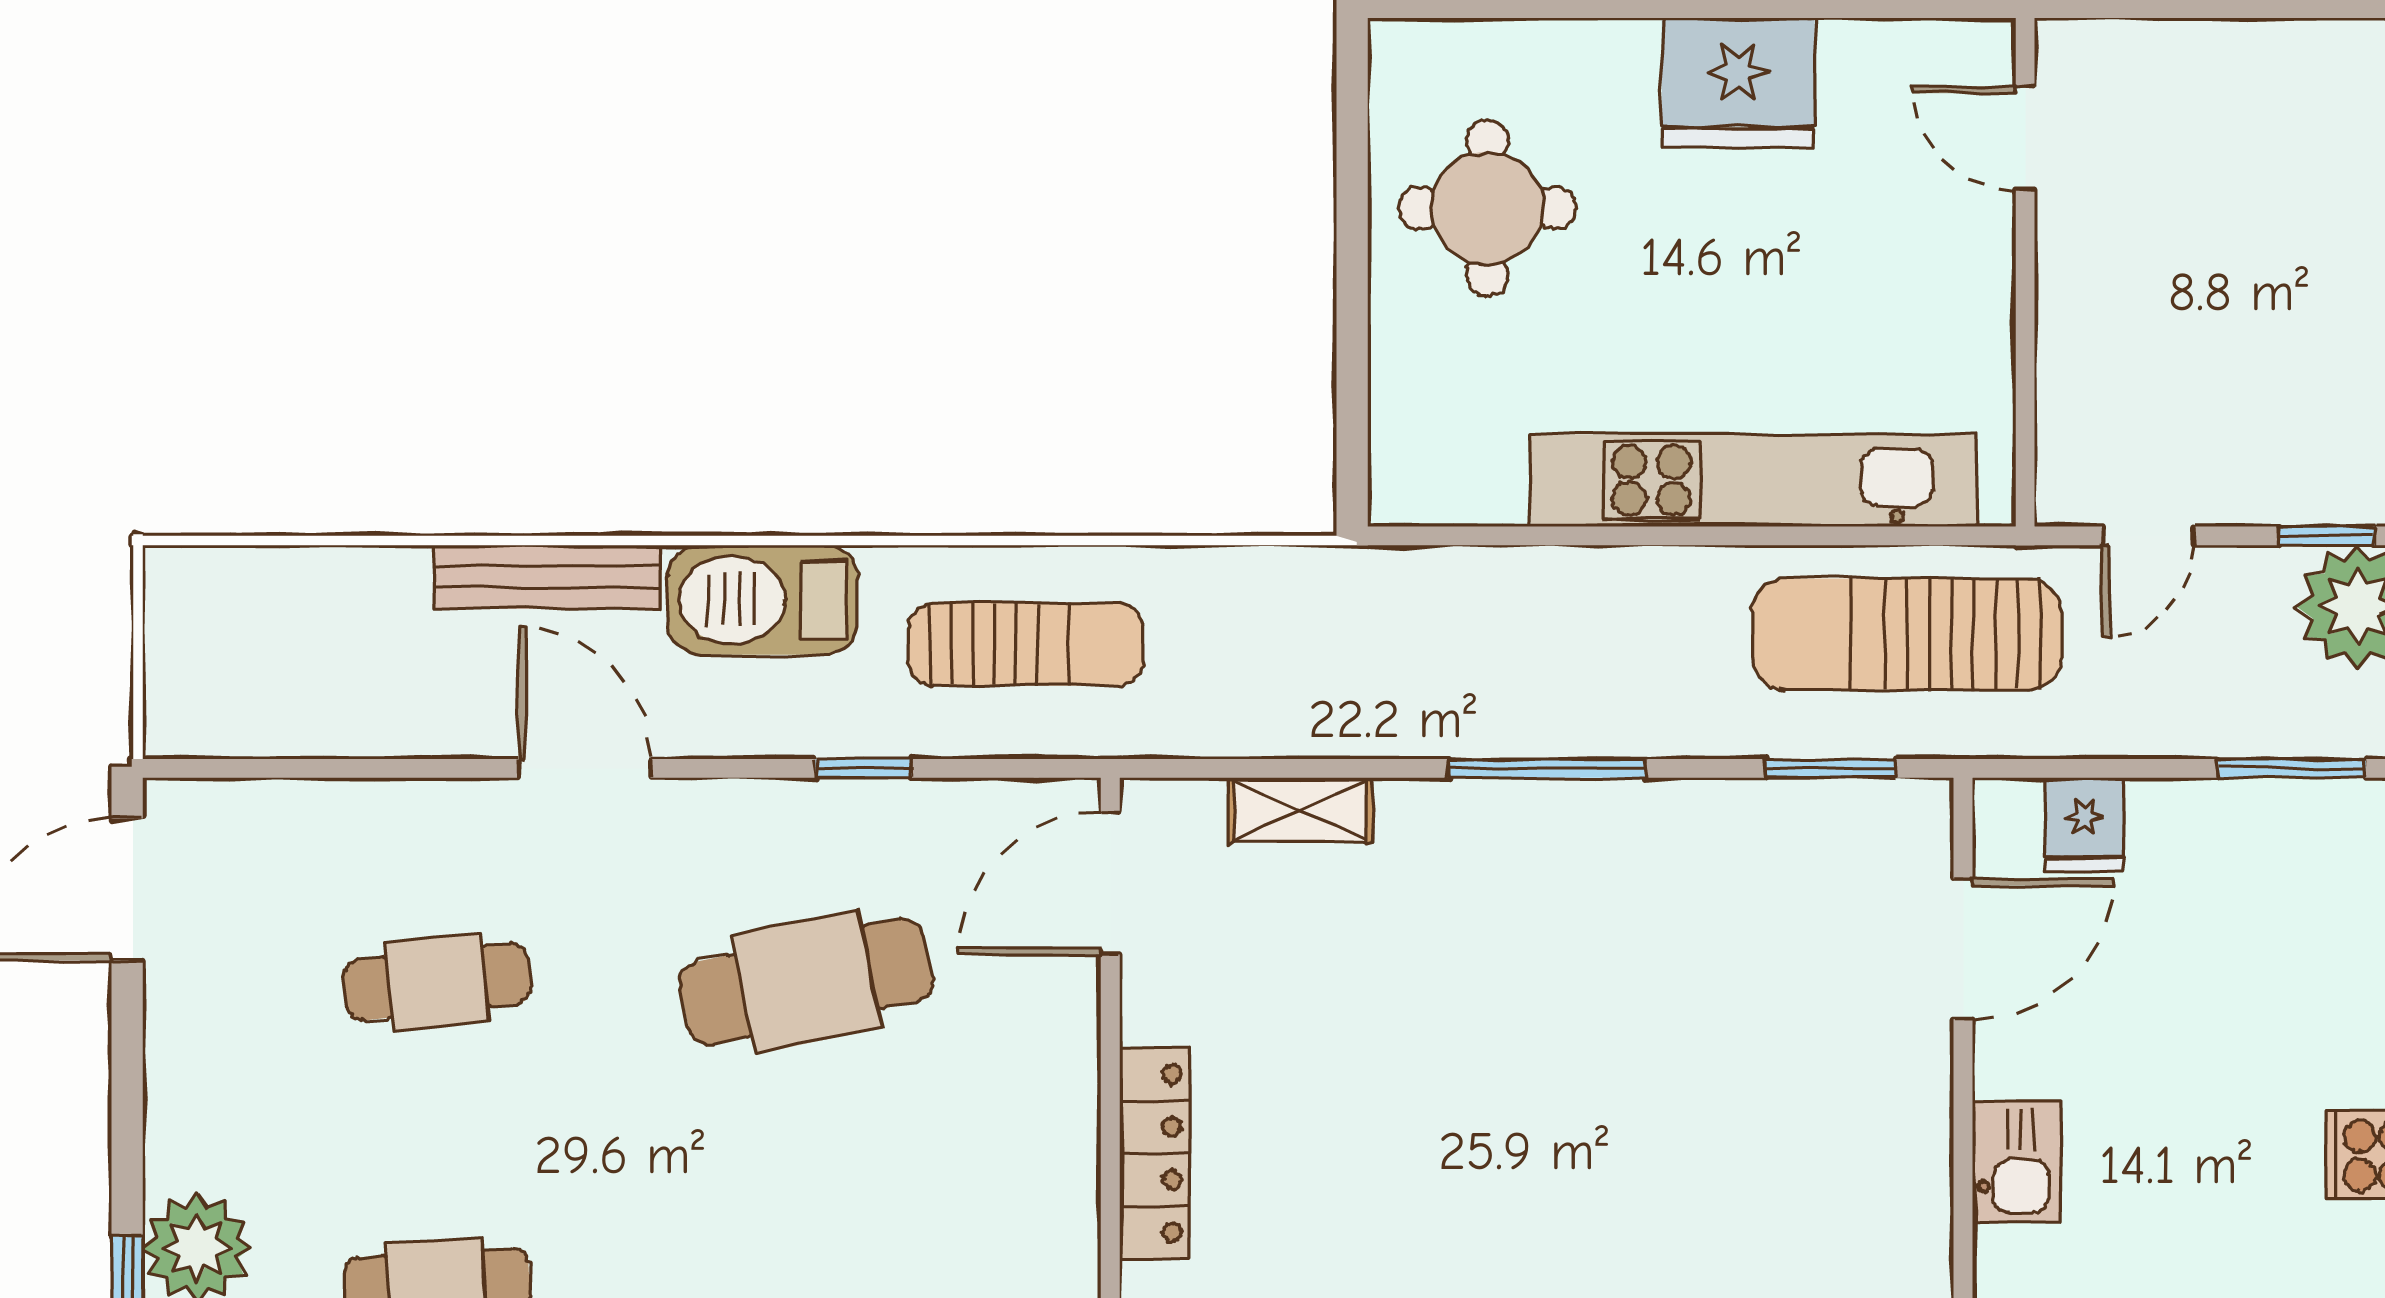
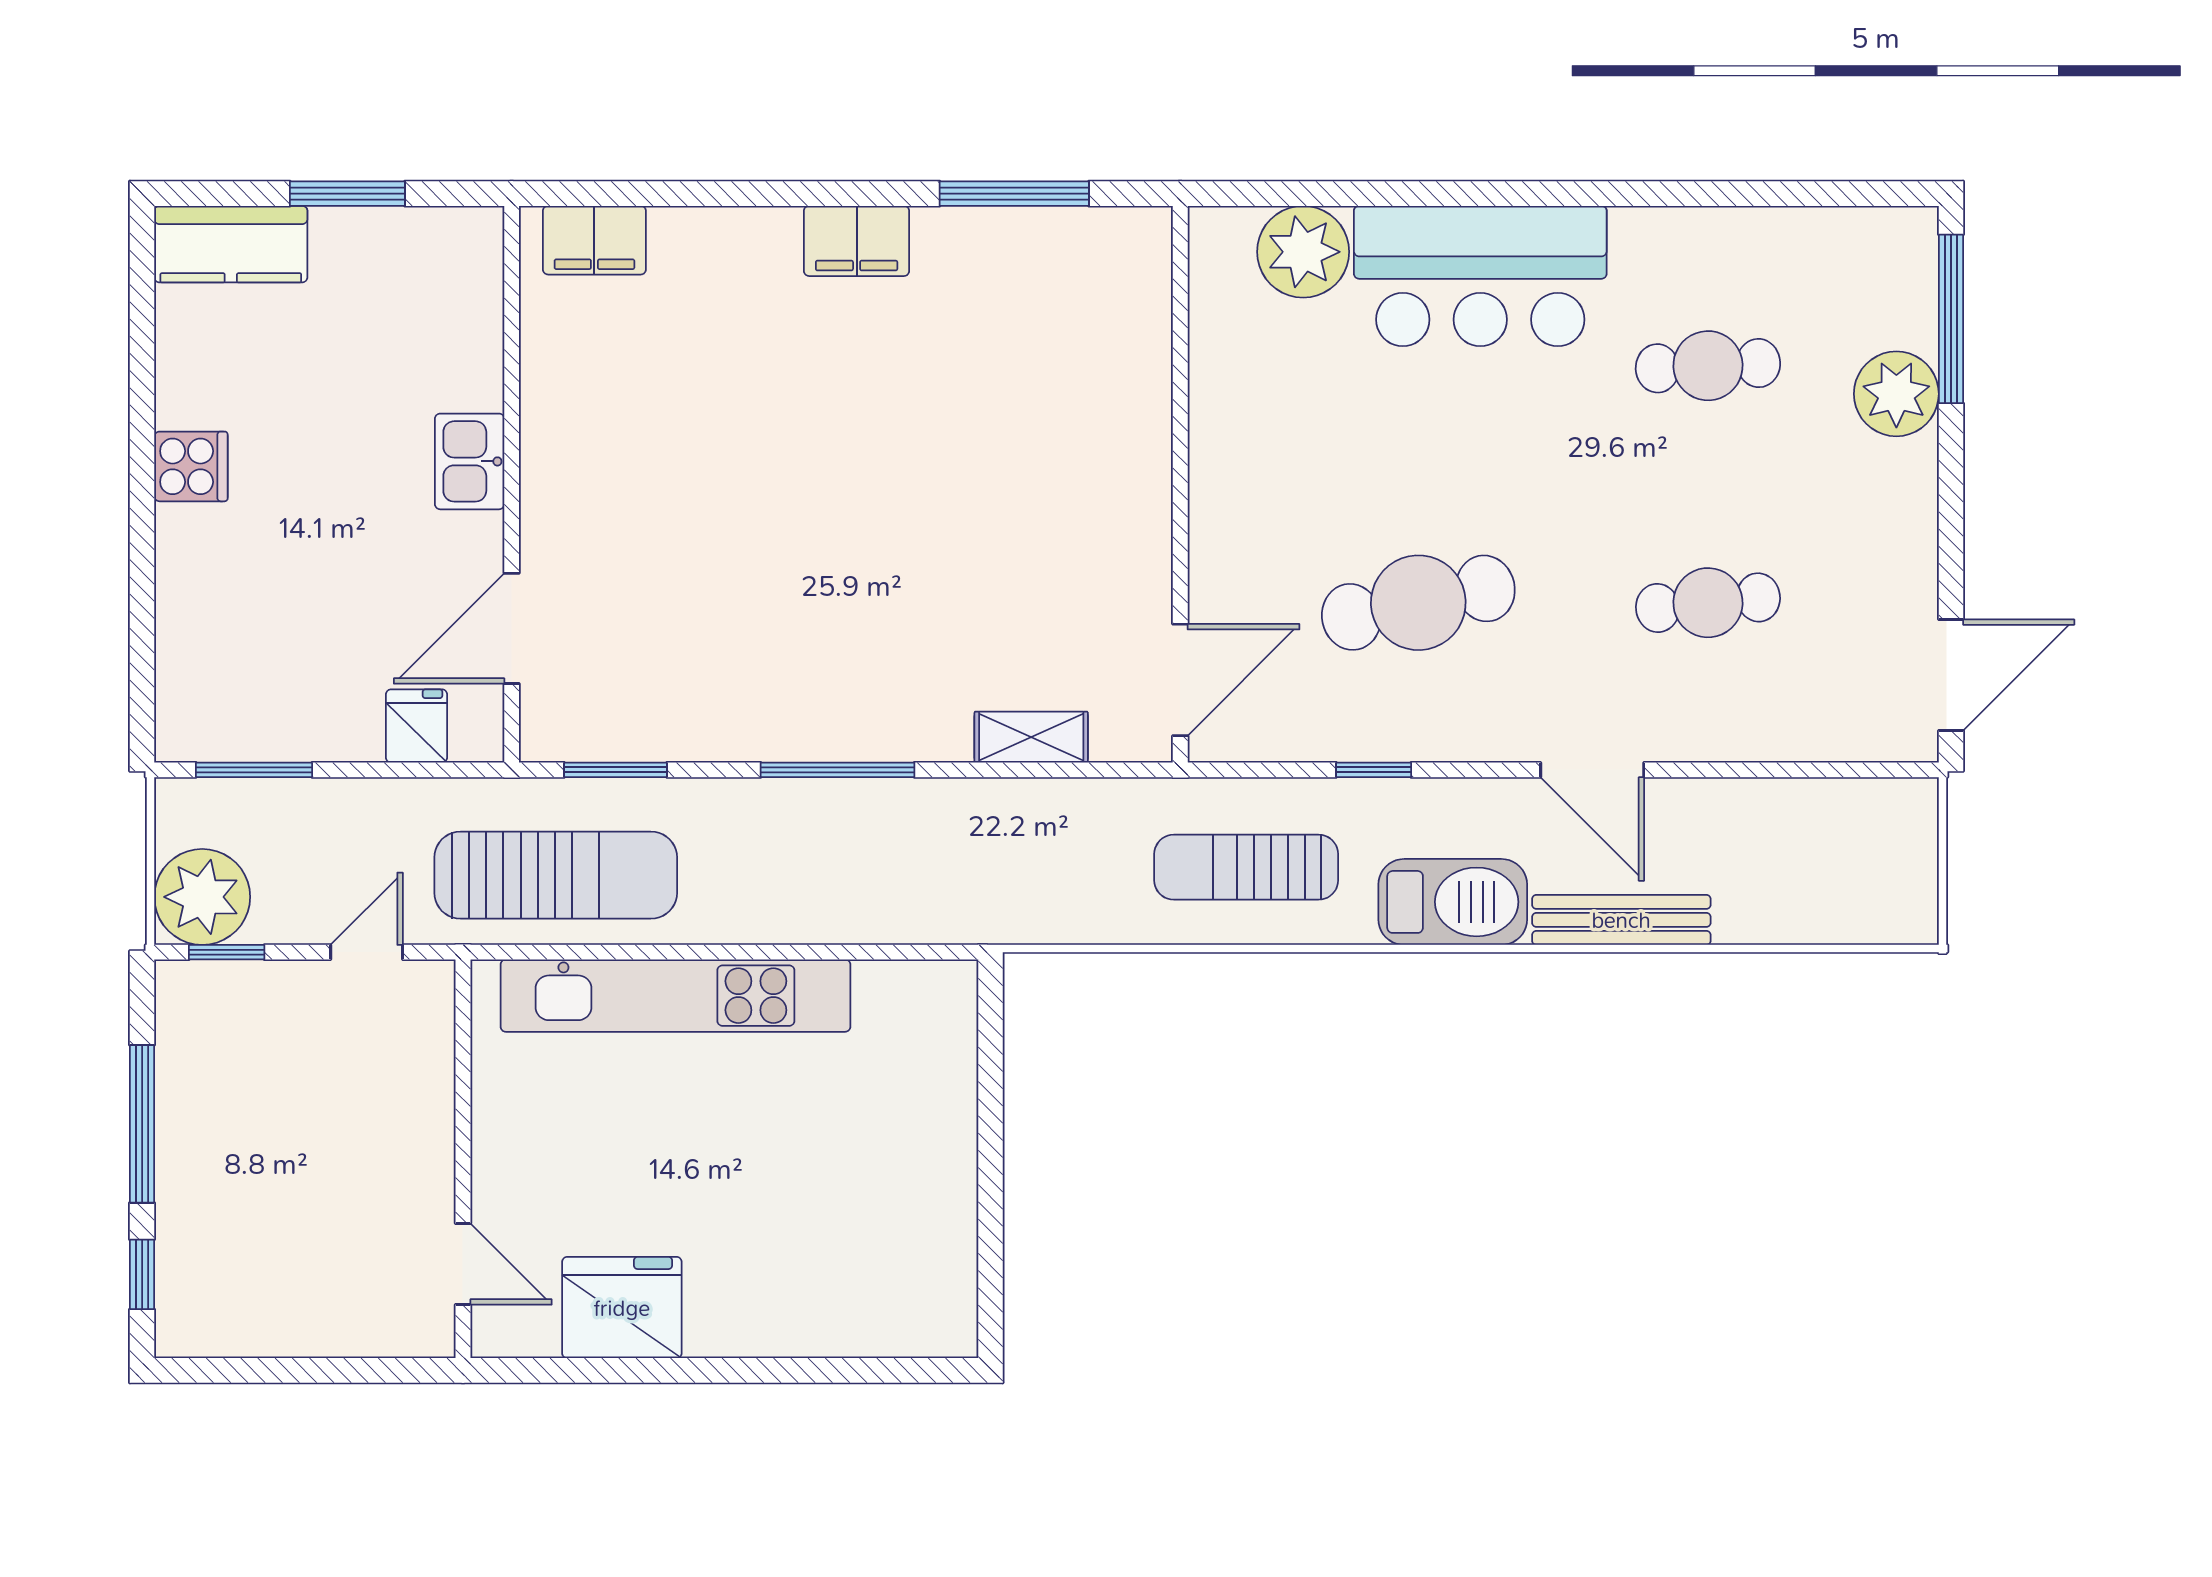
fridge: (1738, 83) -> (622, 1308), moved
round table: (1487, 208) -> (885, 1209), removed
locker: (1155, 1153) -> (1145, 468), removed

